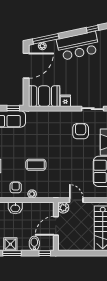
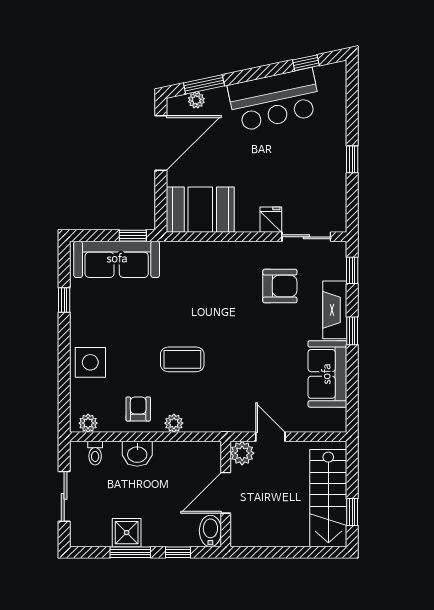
window: (46, 39) -> (204, 84), width x0.69
fridge: (65, 101) -> (271, 220), moved
armchair: (81, 131) -> (280, 286), turned 90
bidet: (34, 243) -> (210, 531), moved
window: (45, 253) -> (178, 552), moved

